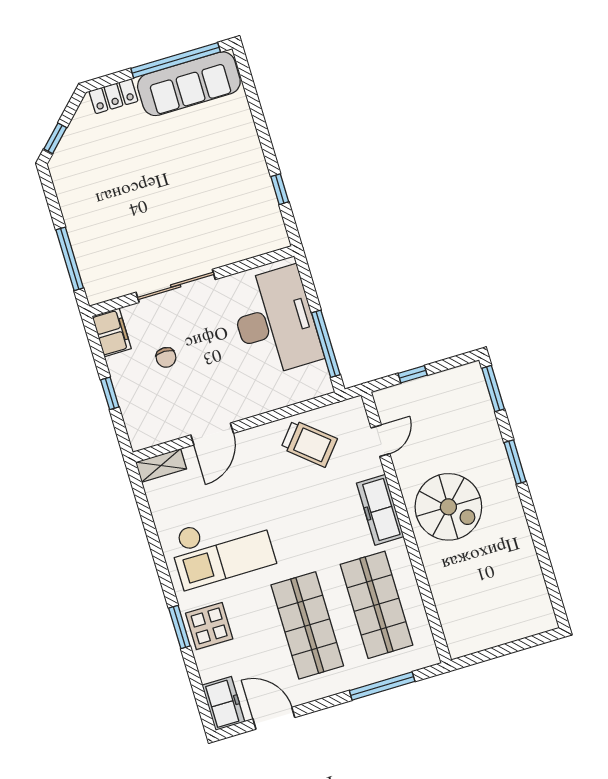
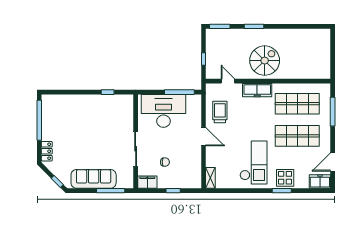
sofa: (189, 84) -> (94, 179), moved, turned -90
door: (212, 434) -> (203, 137), moved
trolley: (309, 444) -> (220, 112), turned -40

